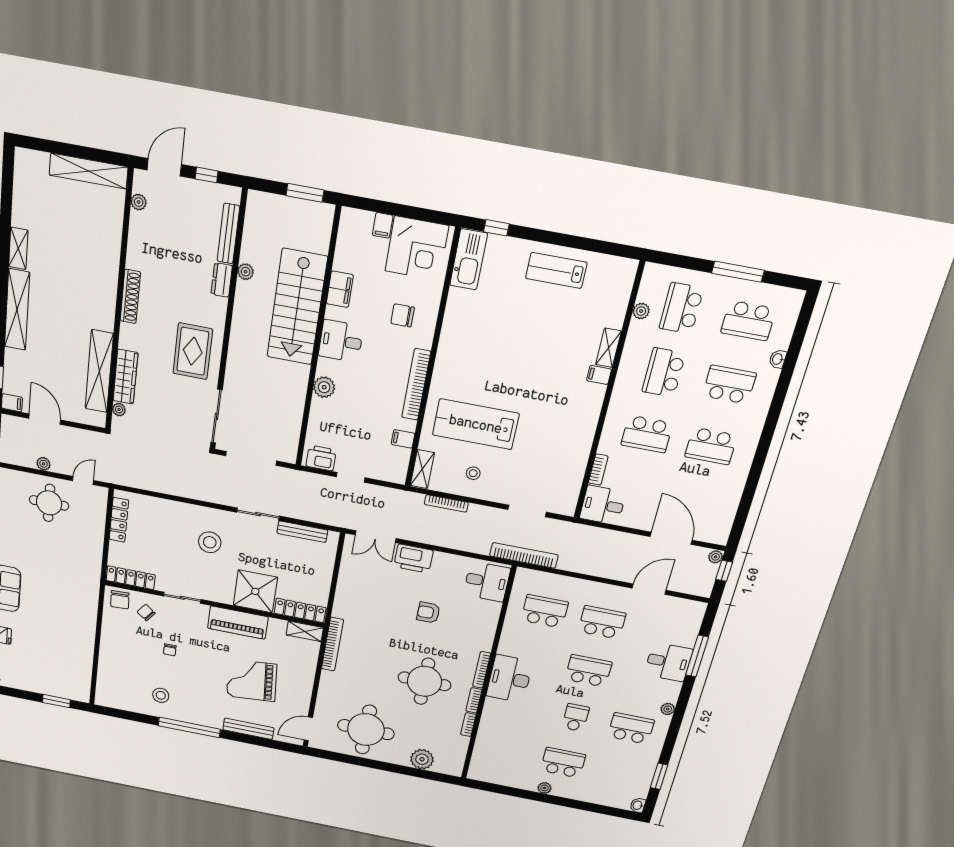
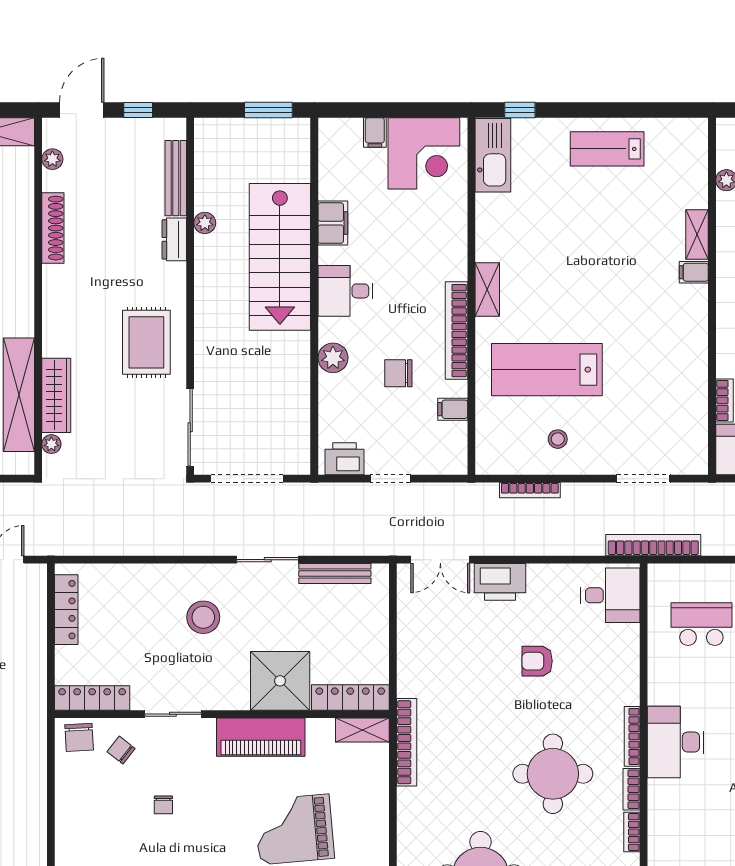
shoe rack: (130, 297) -> (53, 228), moved
chair: (403, 315) -> (398, 373), moved
shelving: (422, 469) -> (487, 289), moved

